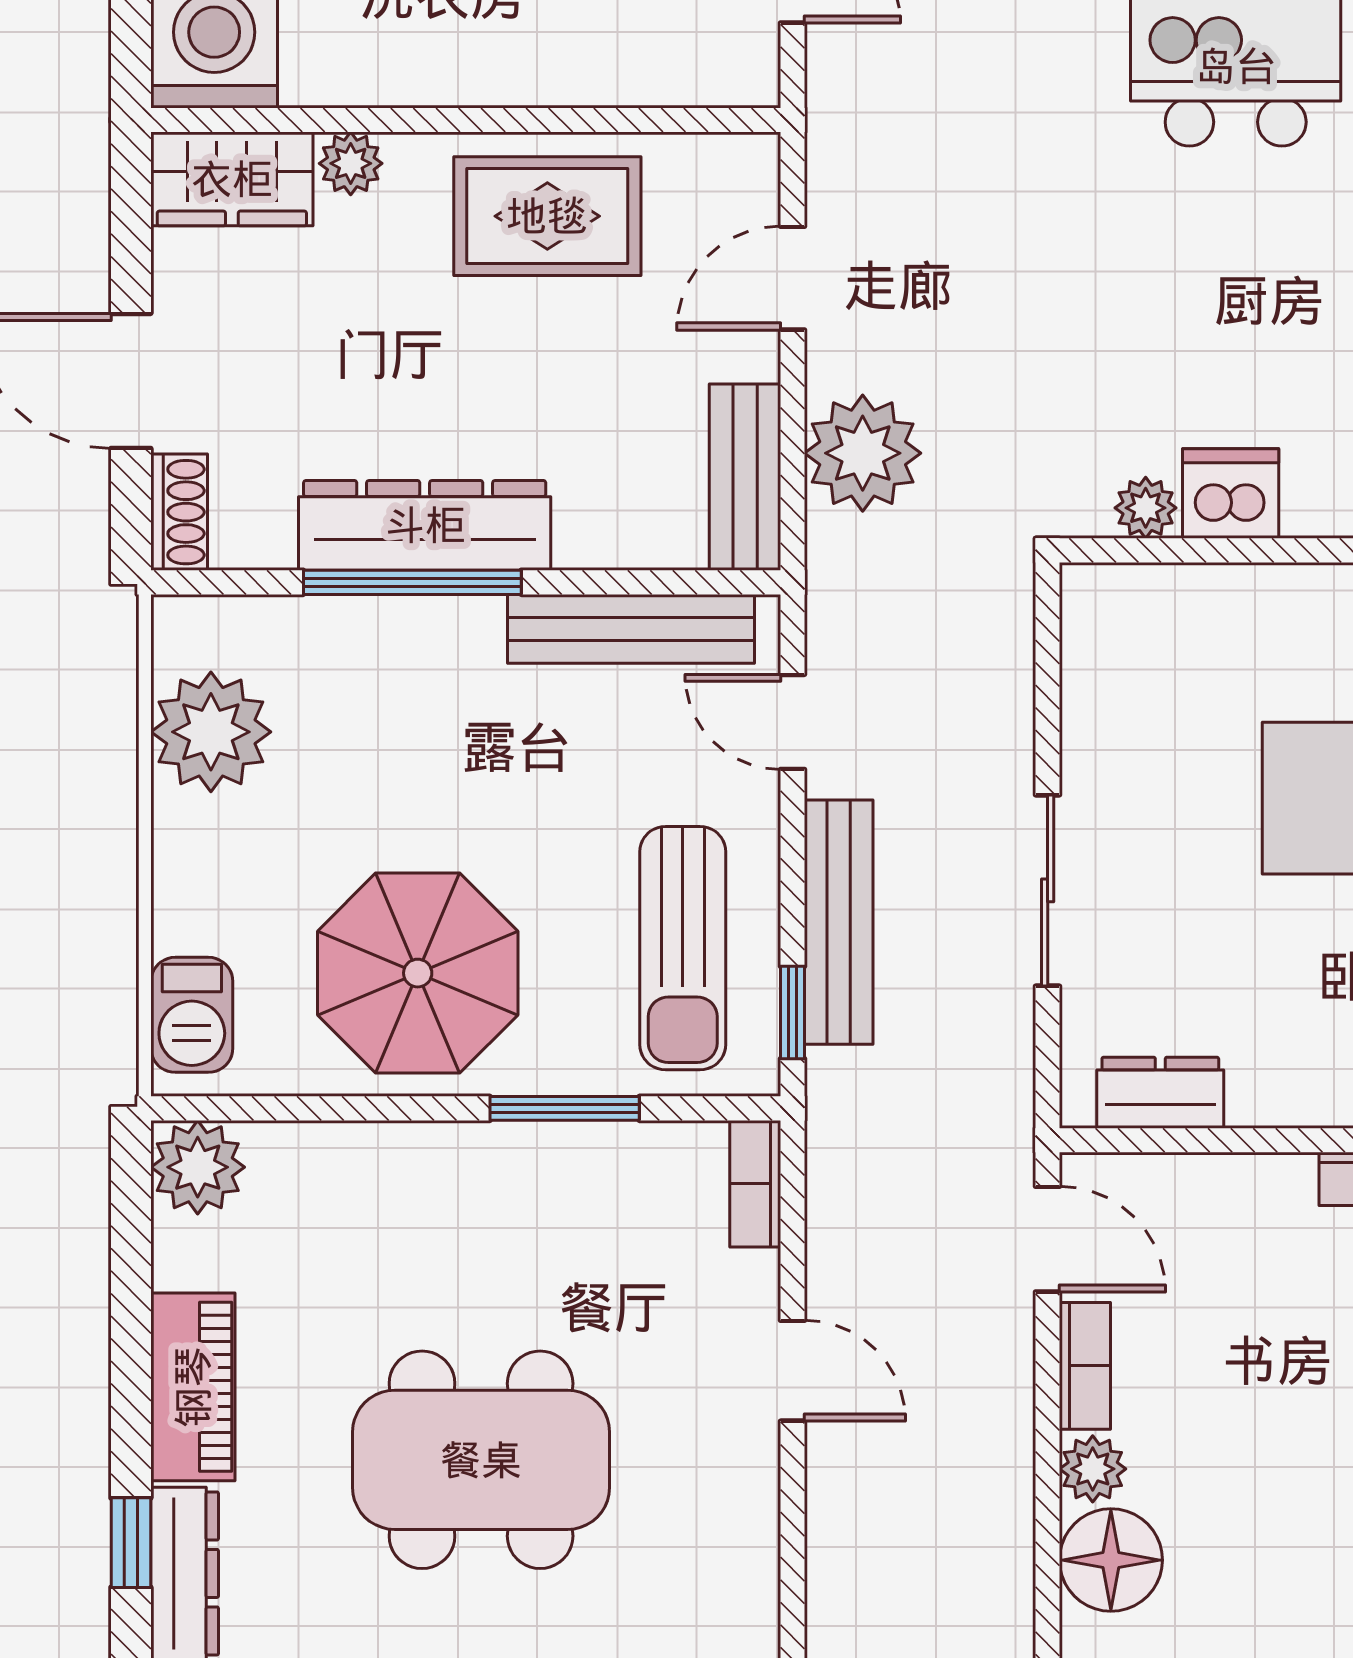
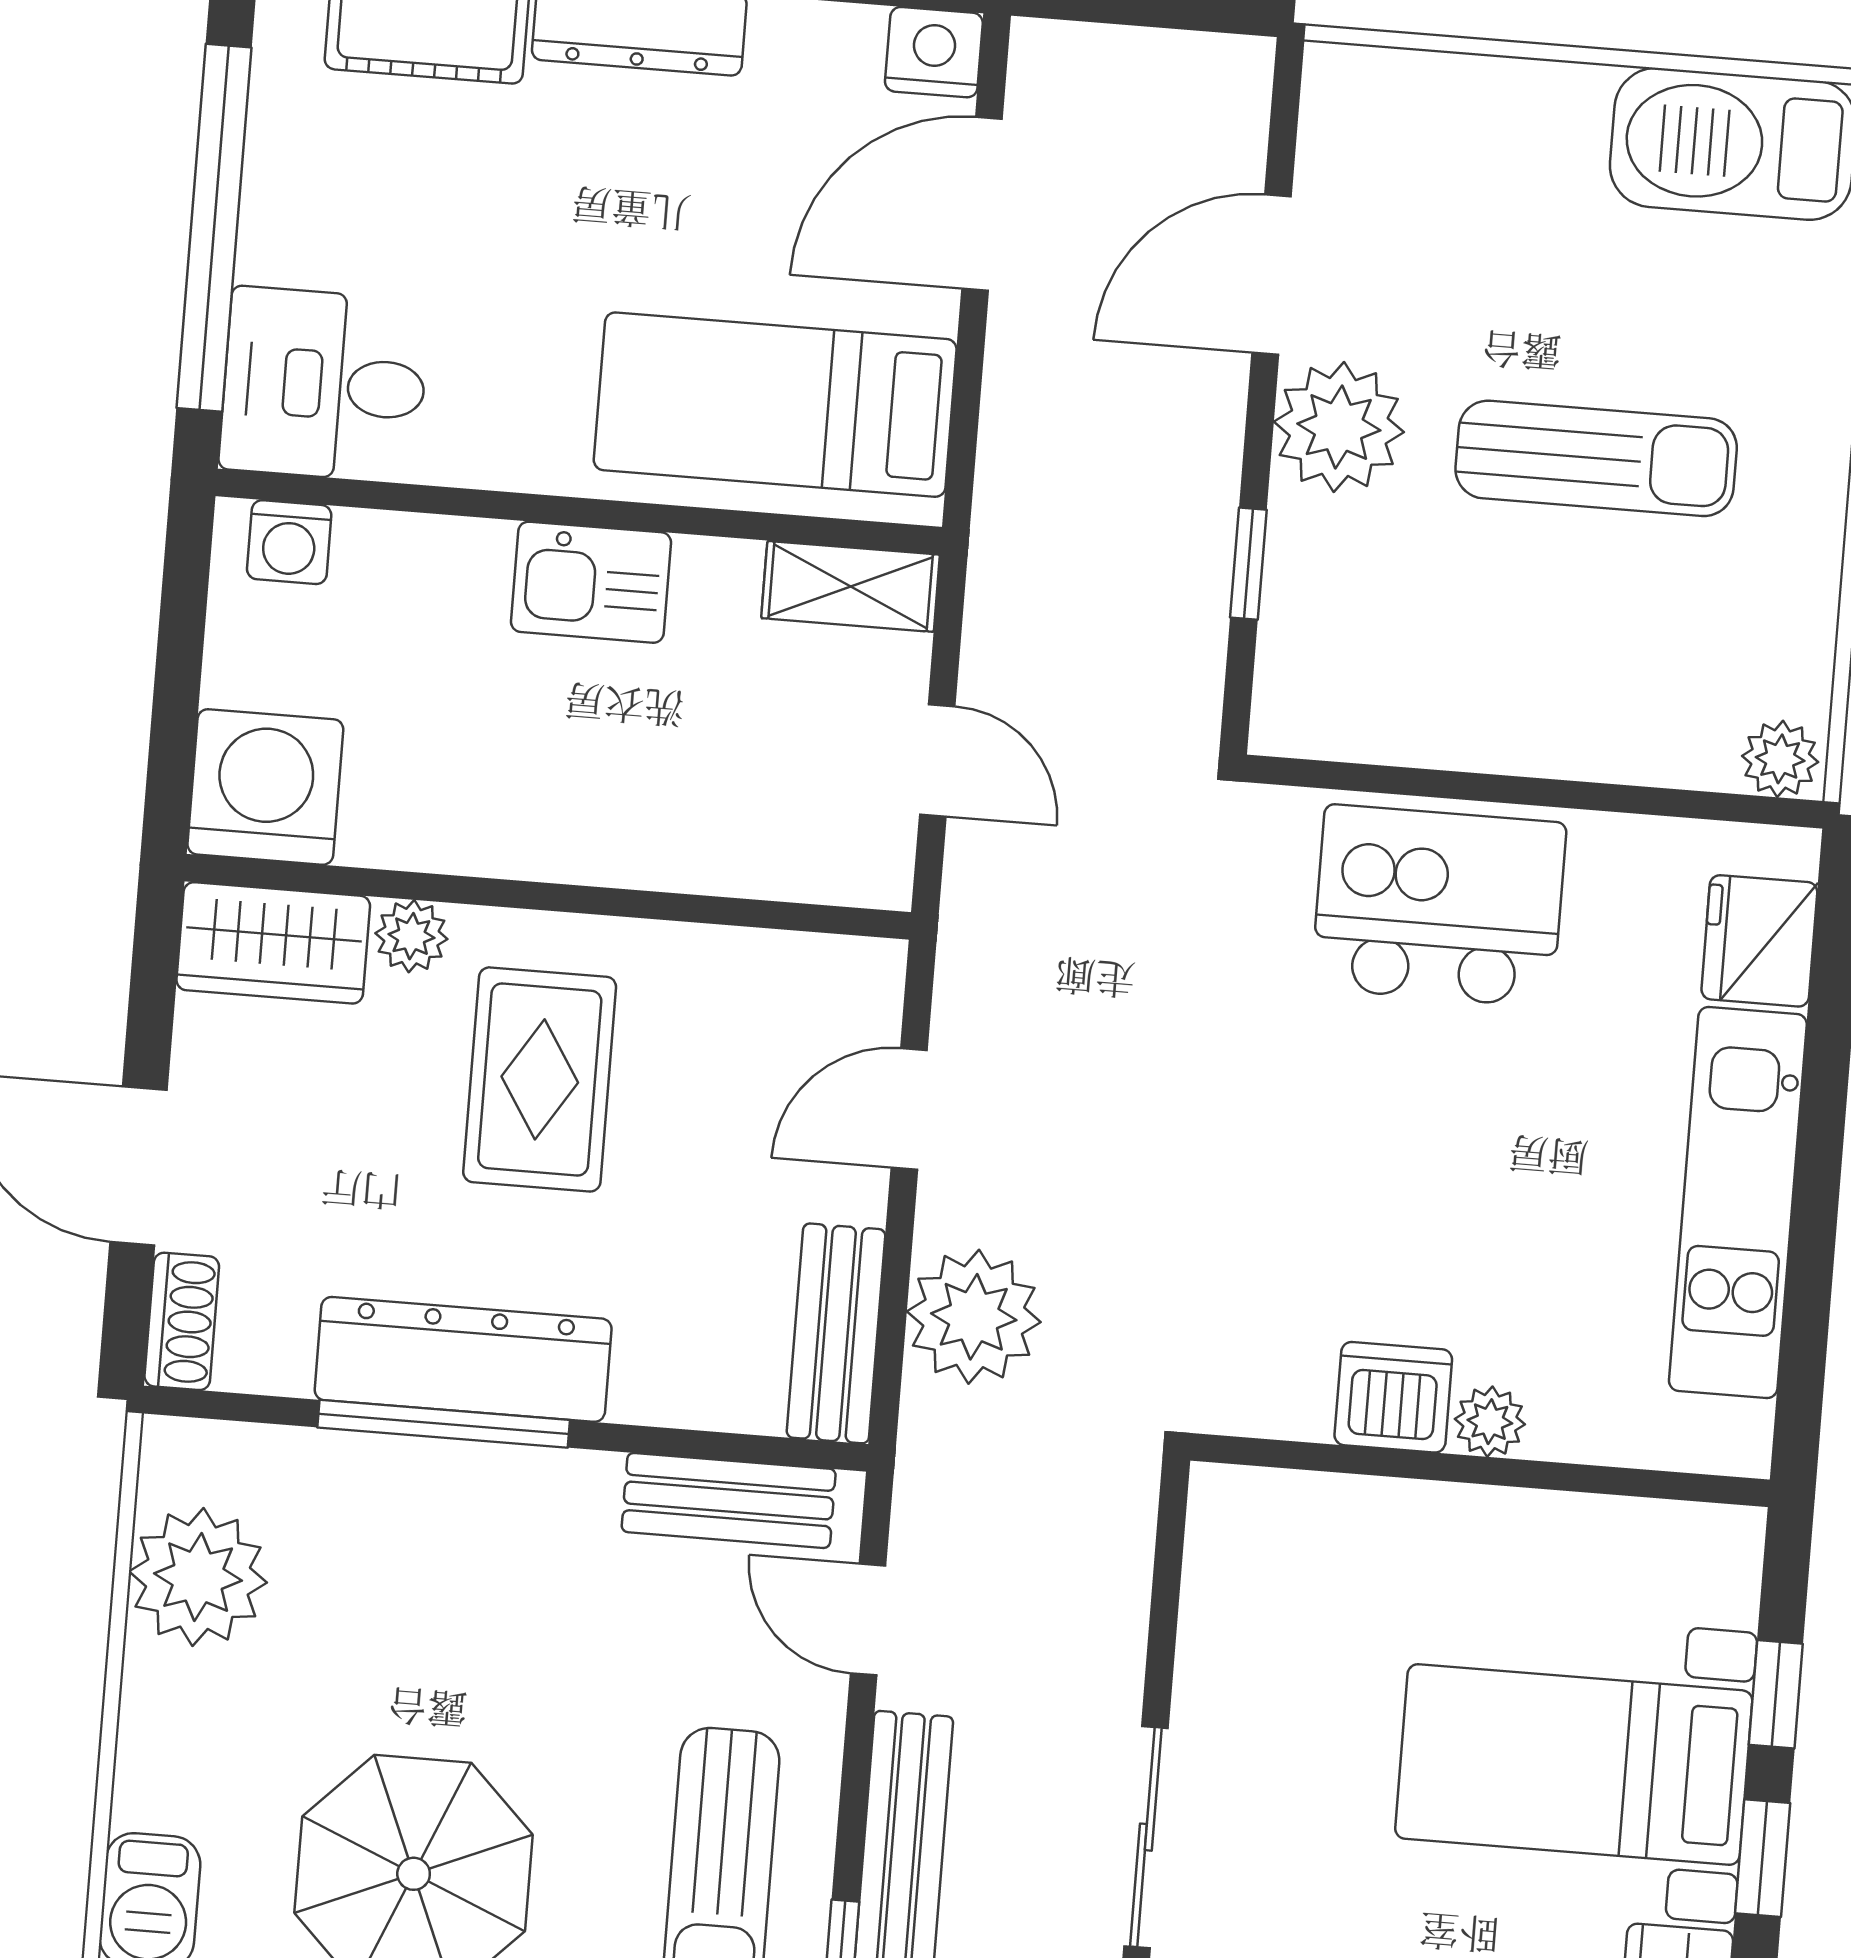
rug: (547, 216) -> (540, 1079), moved, turned 90
plant: (1146, 508) -> (1490, 1422), moved
bench: (631, 629) -> (729, 1500), width x0.73

